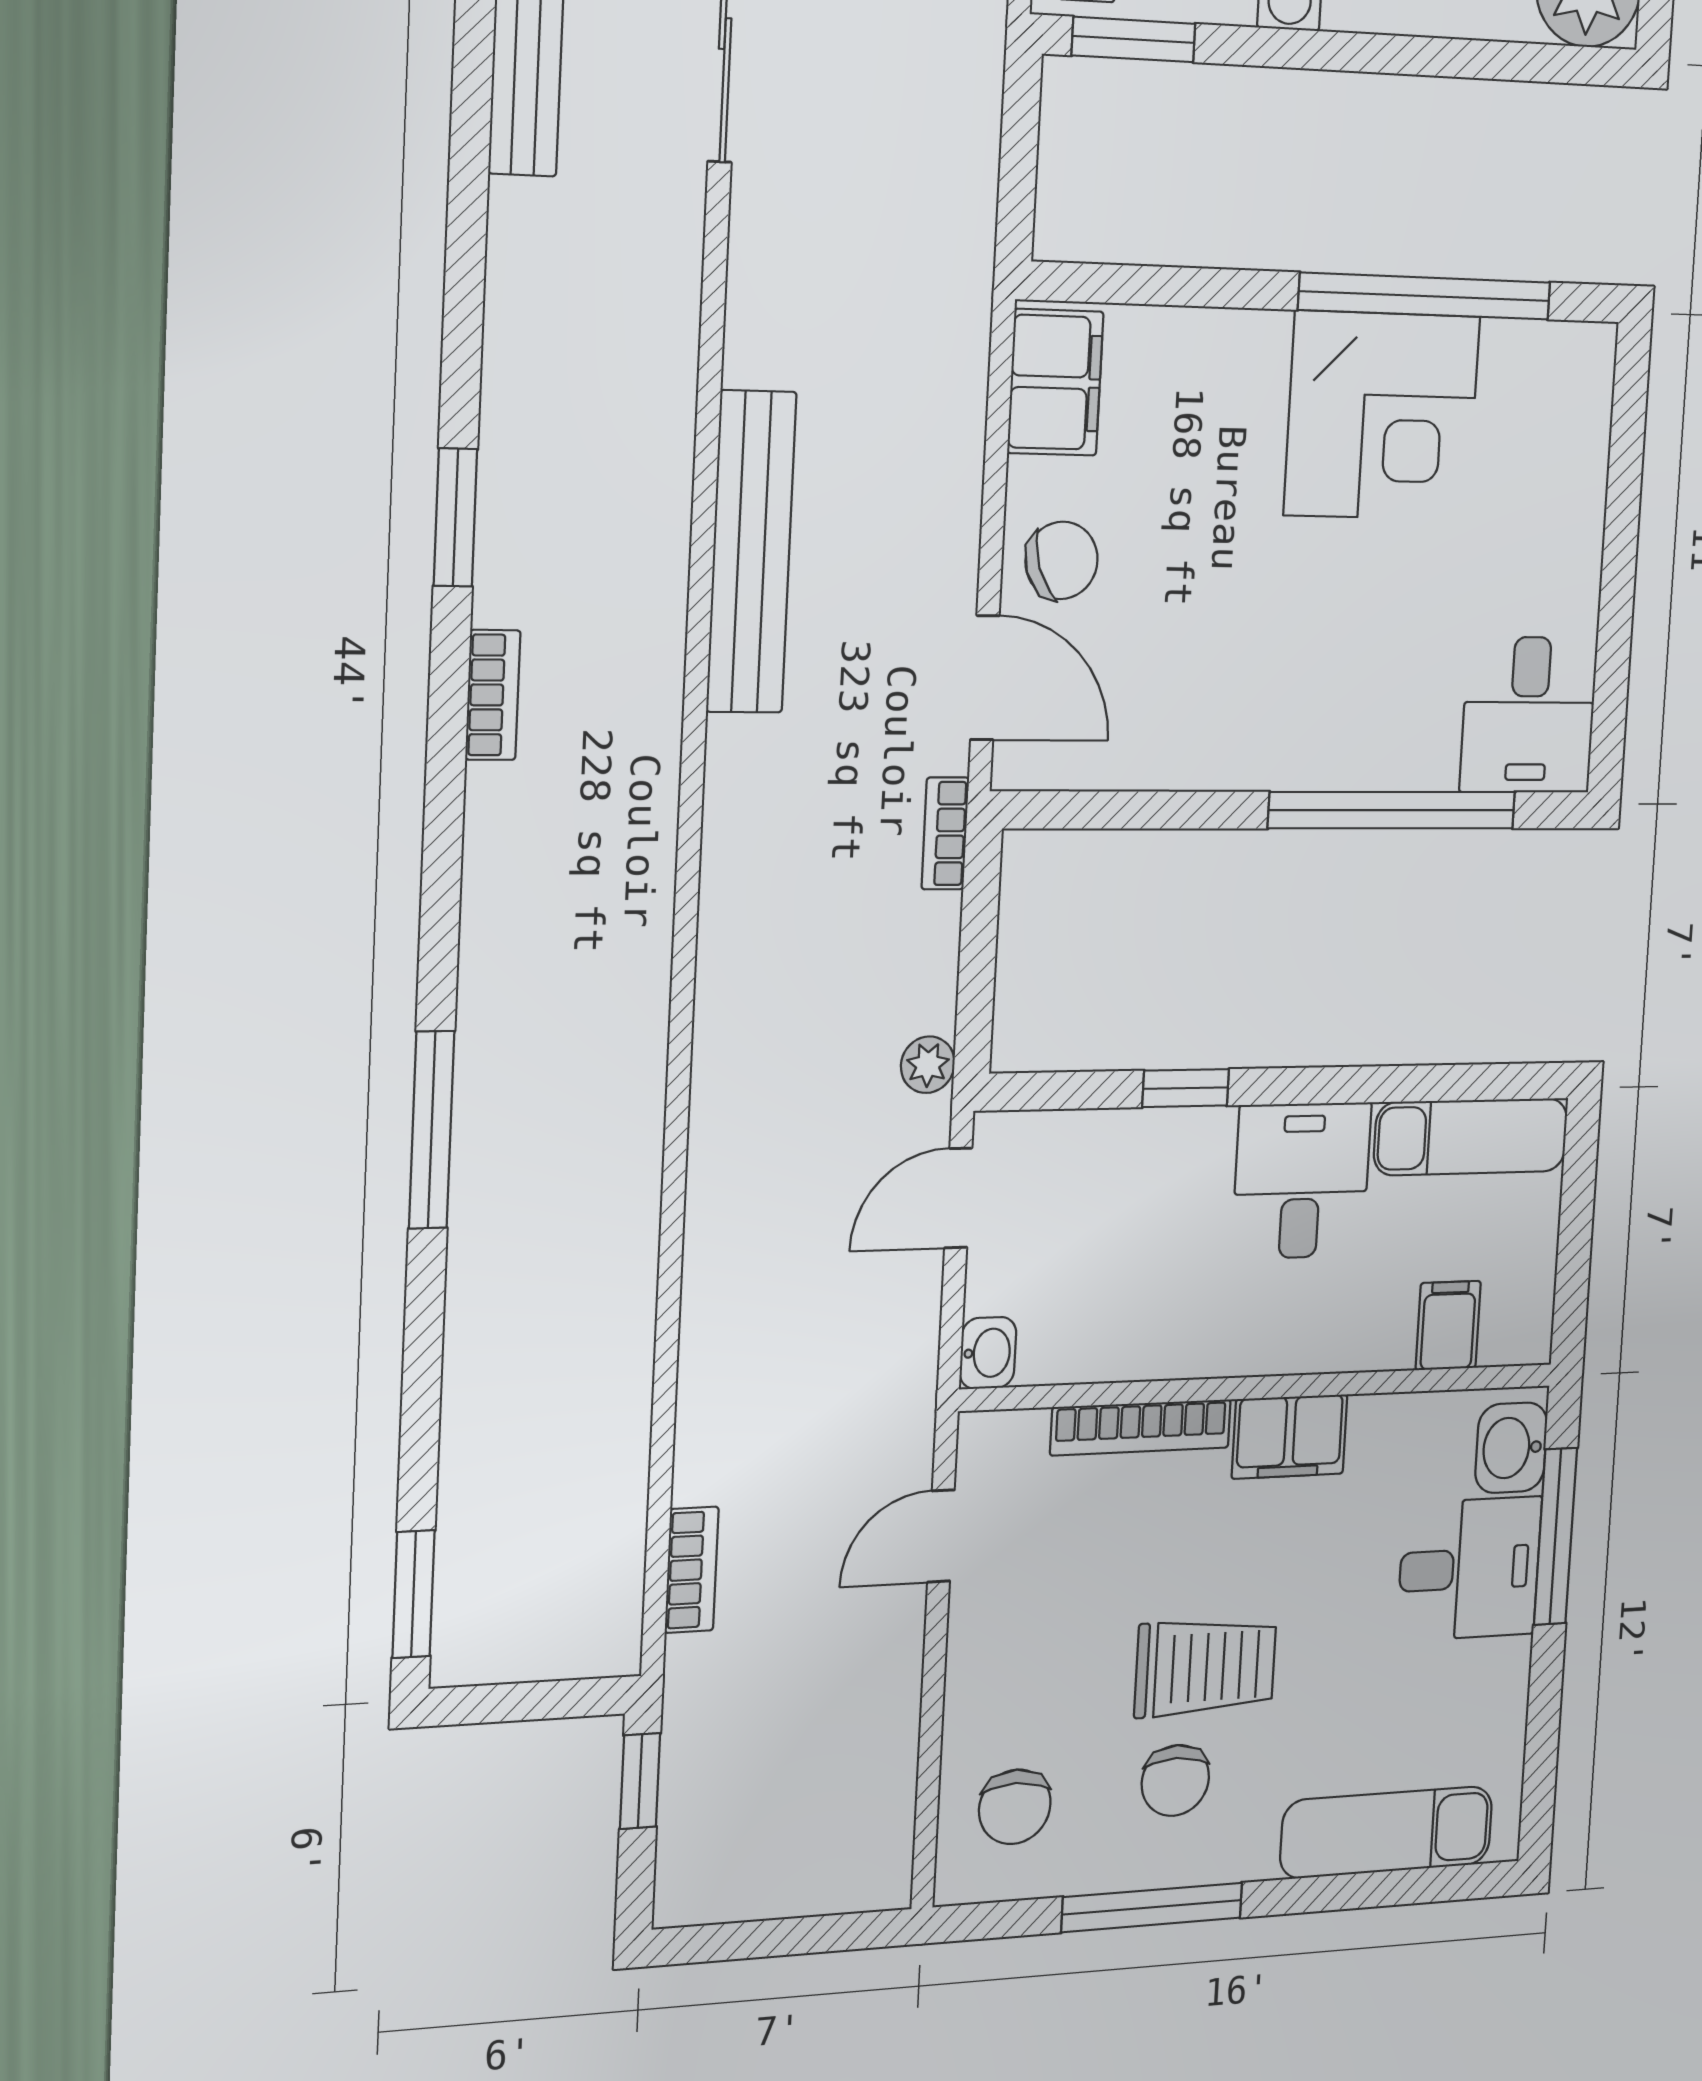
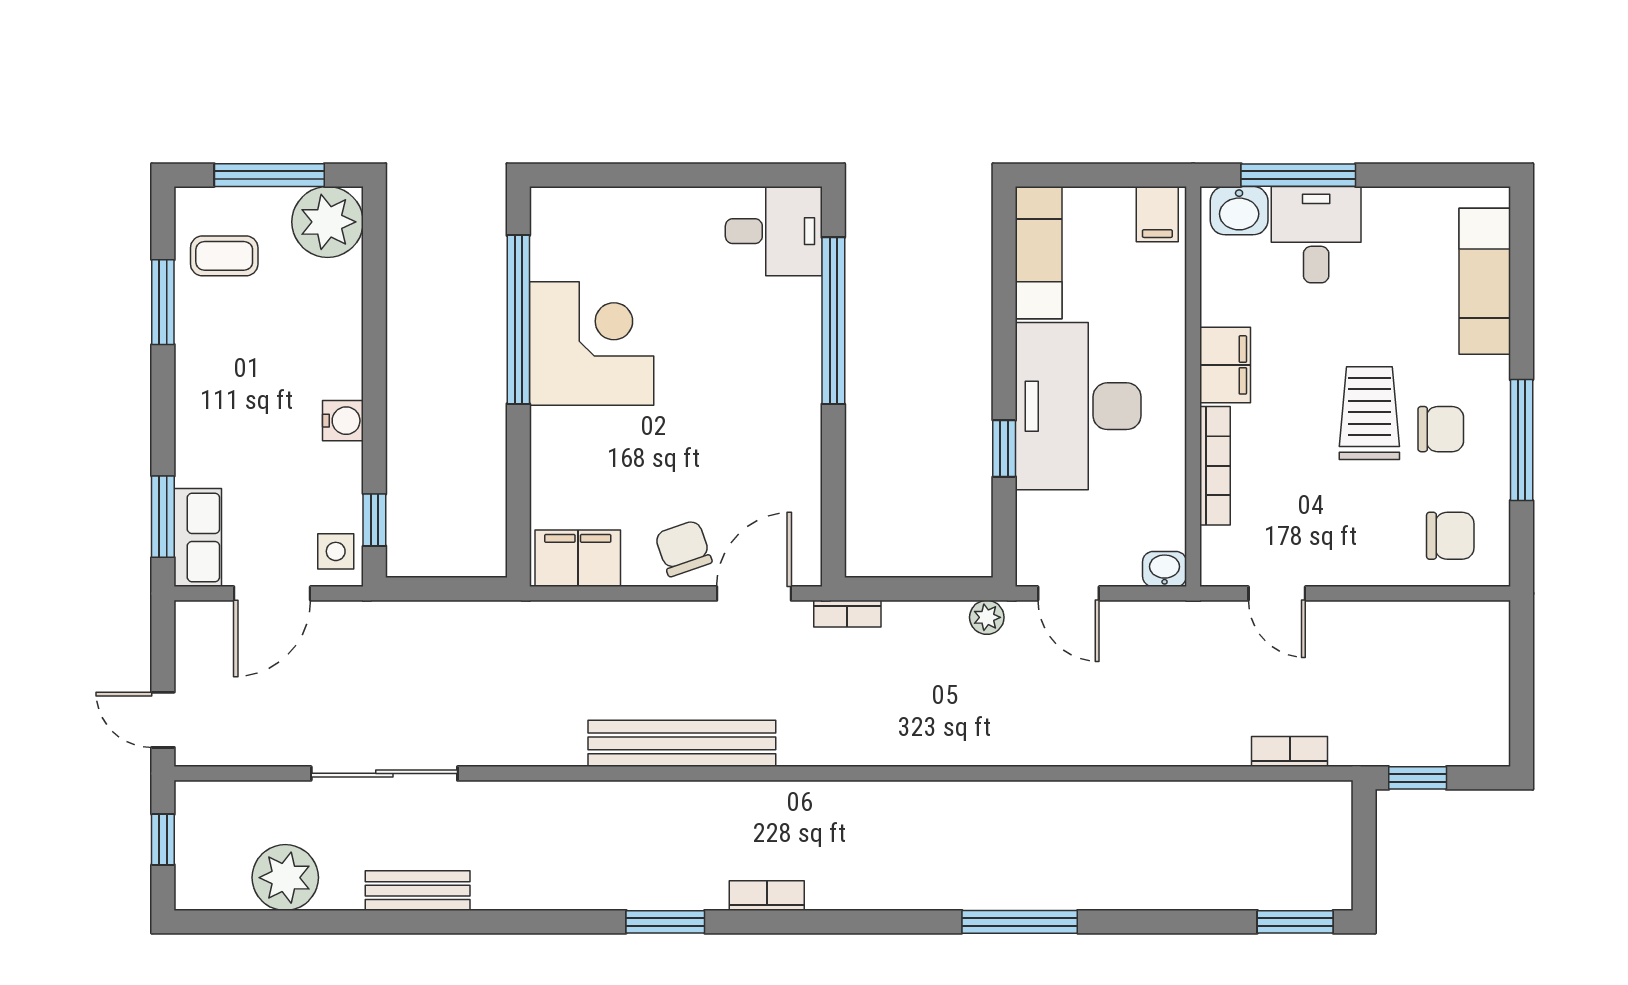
window: (1134, 39) -> (374, 520), width x0.67
desk: (1301, 1181) -> (1078, 406), width x1.87, depth x1.30
filing cabinet: (1448, 1326) -> (1157, 214), moved, turned -90

